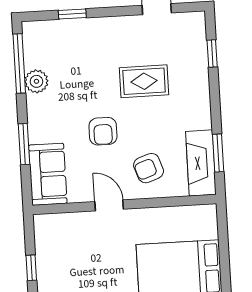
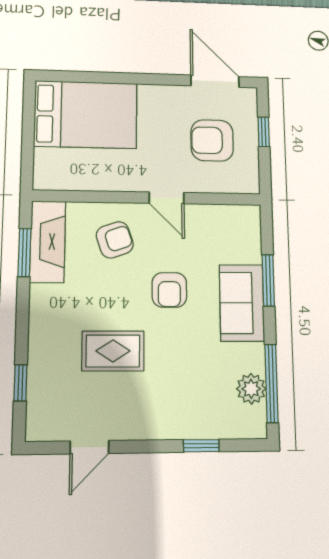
plant: (36, 81) -> (251, 389), moved
armchair: (103, 131) -> (169, 290), turned 180
sofa: (48, 174) -> (242, 303), moved
armchair: (74, 257) -> (212, 140), added

